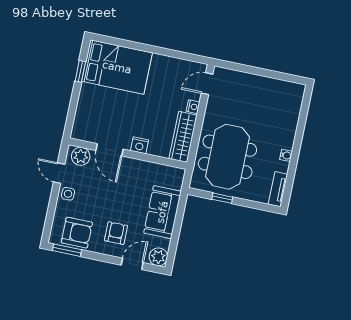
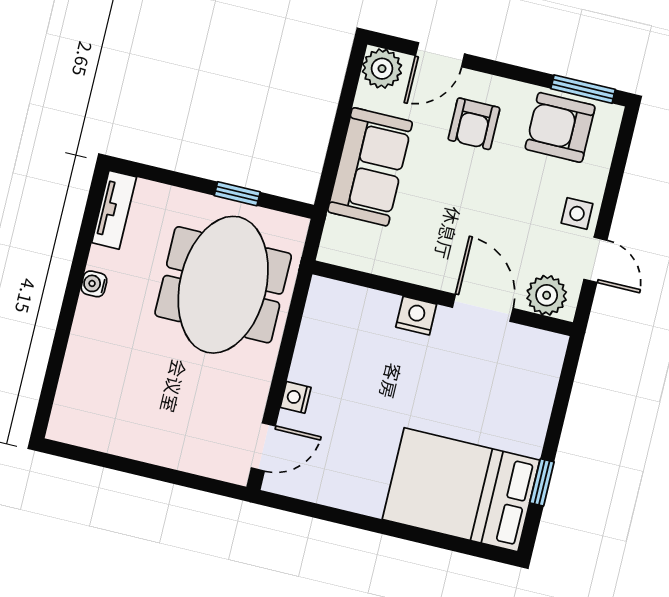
wardrobe: (183, 137) -> (320, 331), removed

